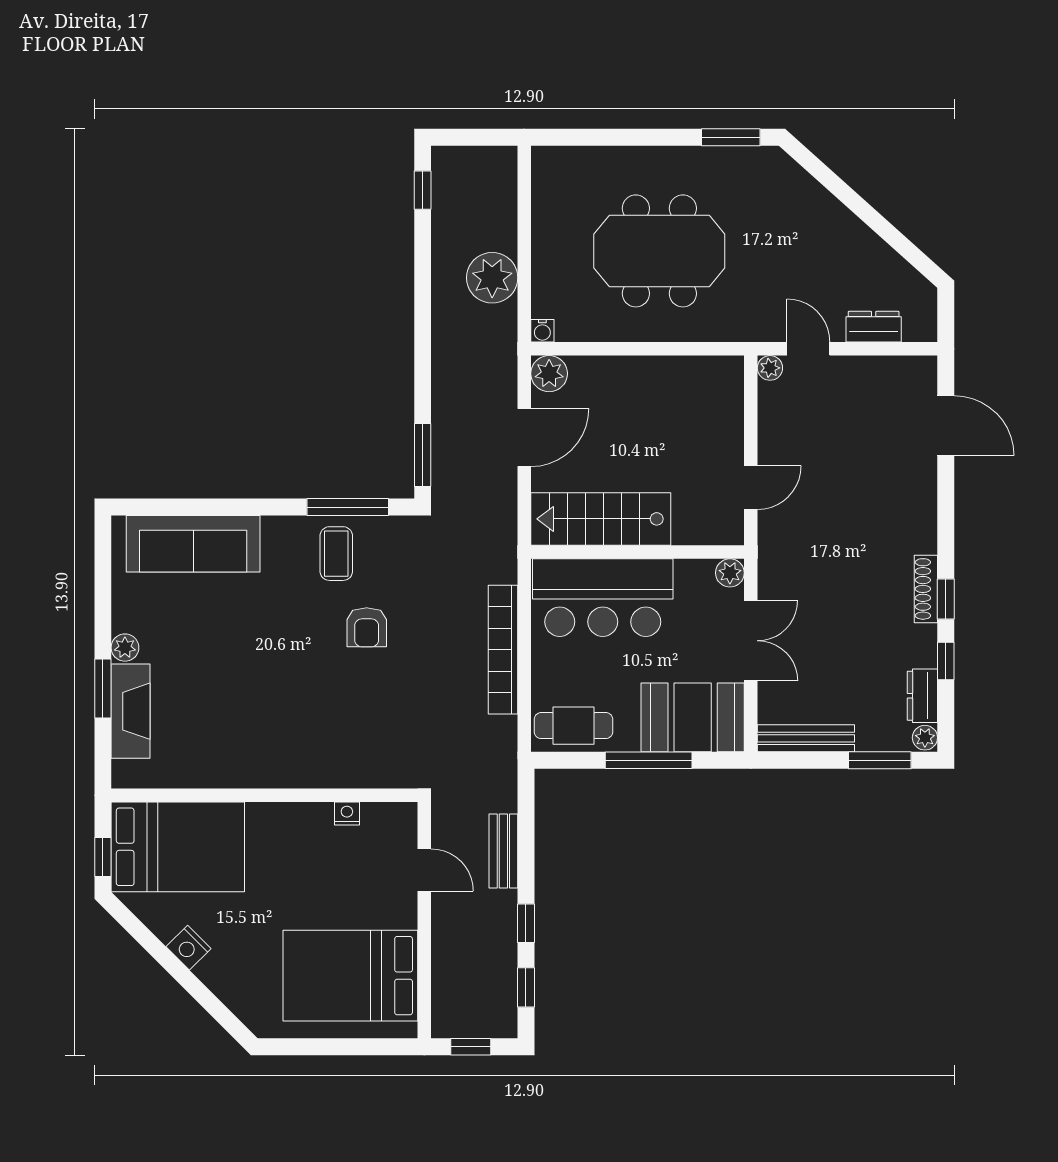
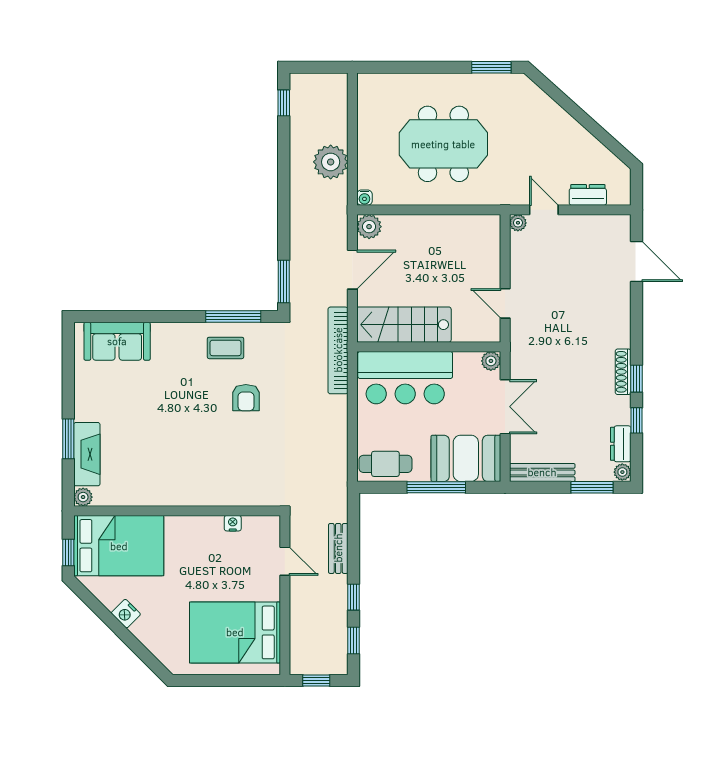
door: (751, 488) -> (505, 303), swing flipped
sofa: (193, 544) -> (117, 341), width x0.73
coffee table: (336, 554) -> (226, 348), turned 90
plant: (125, 648) -> (83, 497), moved
bookcase: (503, 650) -> (338, 350), moved

